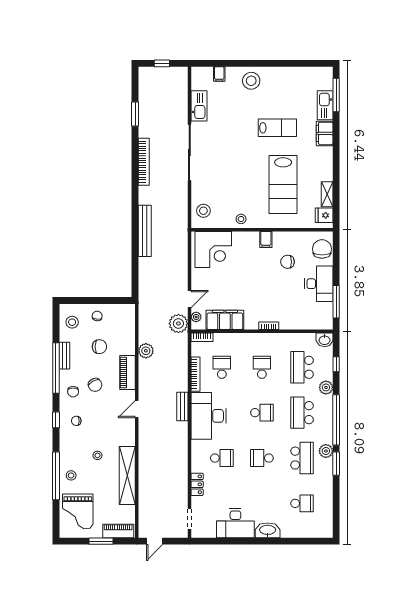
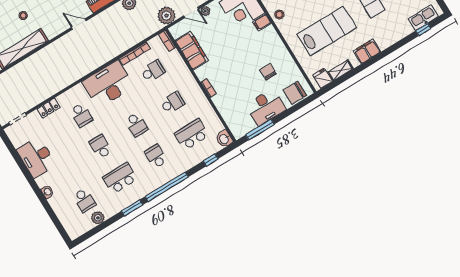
window: (336, 95) -> (423, 30), width x0.46
kitchen sink: (325, 105) -> (423, 18), moved
filing cabinet: (325, 133) -> (367, 52), moved
lab bench: (283, 185) -> (327, 31), turned 180
filing cabinet: (266, 239) -> (262, 22), moved
chair: (322, 249) -> (295, 93), turned 180
plant: (196, 317) -> (205, 11), moved
plant: (326, 387) -> (187, 163), removed
bench: (182, 407) -> (103, 59), removed
school desk: (302, 413) -> (156, 156), width x0.54
plant: (326, 451) -> (98, 218), moved
school desk: (302, 458) -> (120, 178), turned 180
washbasin: (268, 530) -> (47, 192), width x0.52, depth x0.69

